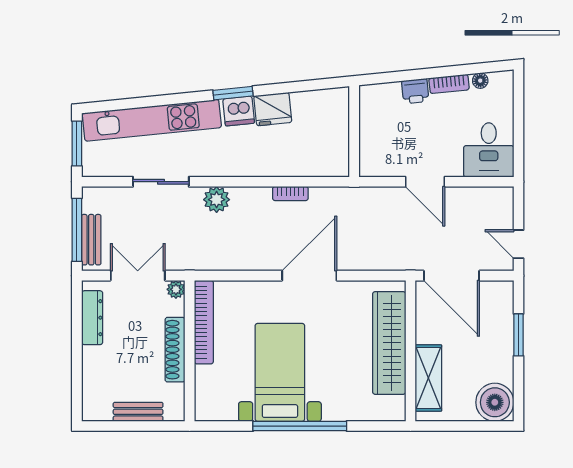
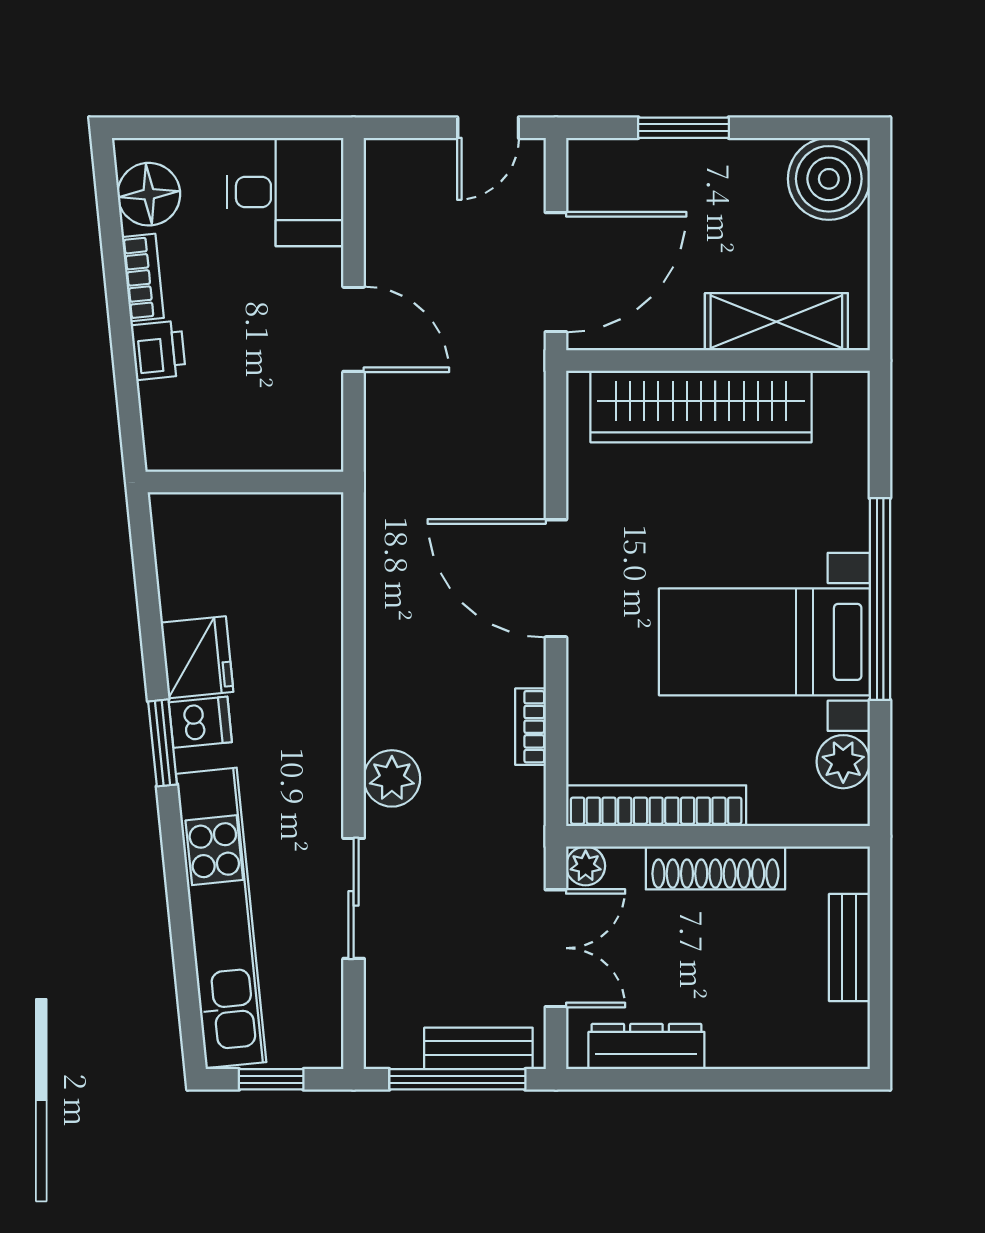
floor lamp: (480, 81) -> (149, 194), width x1.89, depth x1.89
dishwasher: (239, 111) -> (200, 722), width x0.73
window: (77, 143) -> (271, 1079), width x0.67
door: (425, 182) -> (354, 329), hinge flipped
bookcase: (290, 194) -> (531, 727), moved, turned 180
double door: (138, 276) -> (556, 948), swing flipped
plant: (224, 409) -> (843, 762), added

